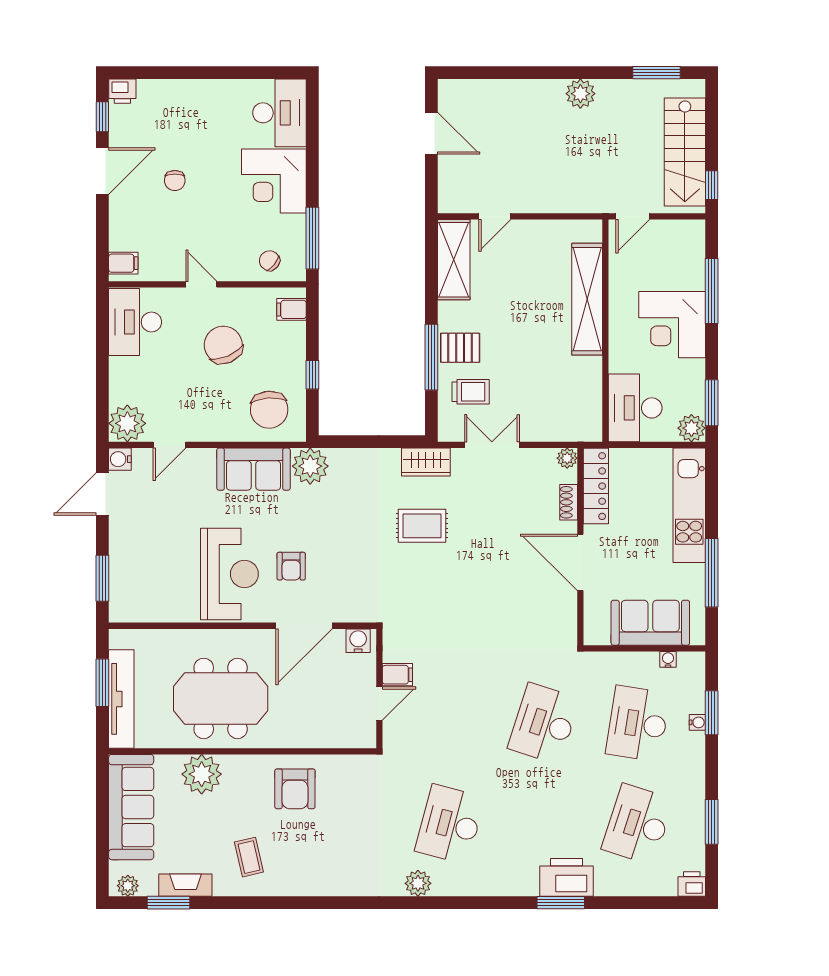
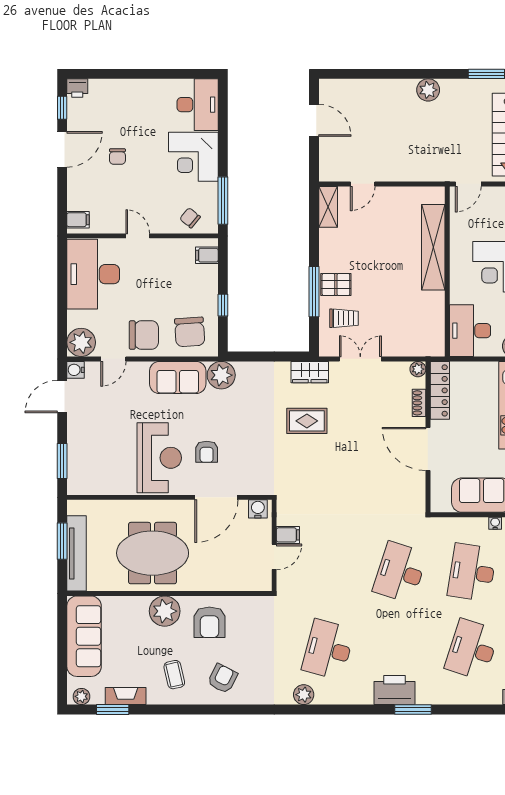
shelving: (454, 260) -> (328, 207), width x0.67, depth x0.75
desk: (135, 322) -> (93, 274), width x1.36, depth x1.30
chair: (223, 345) -> (144, 335), moved, turned 113
plant: (202, 774) -> (165, 611), moved
armchair: (312, 862) -> (223, 678), added
printer: (566, 877) -> (394, 690), moved

